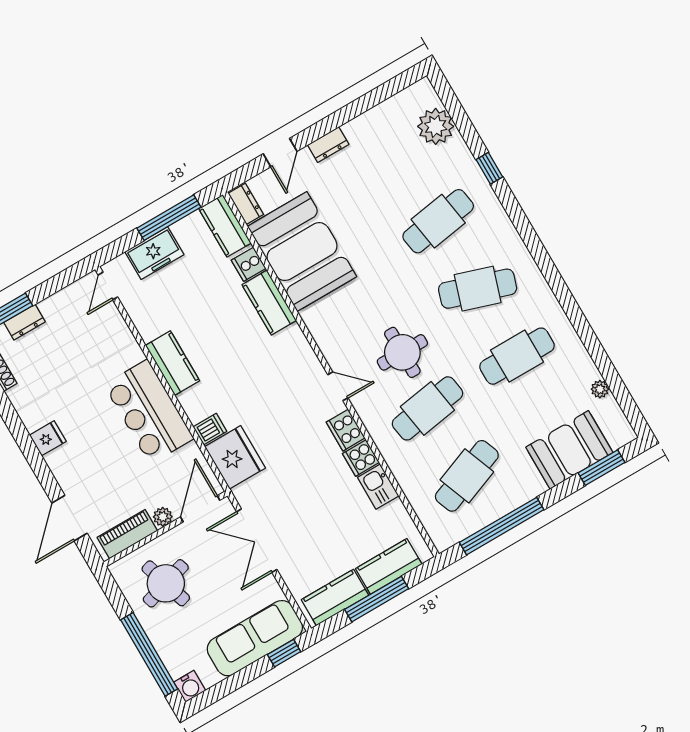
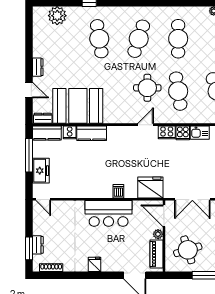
kitchen counter: (173, 363) -> (93, 191), removed
dishwasher: (210, 429) -> (118, 191), moved

